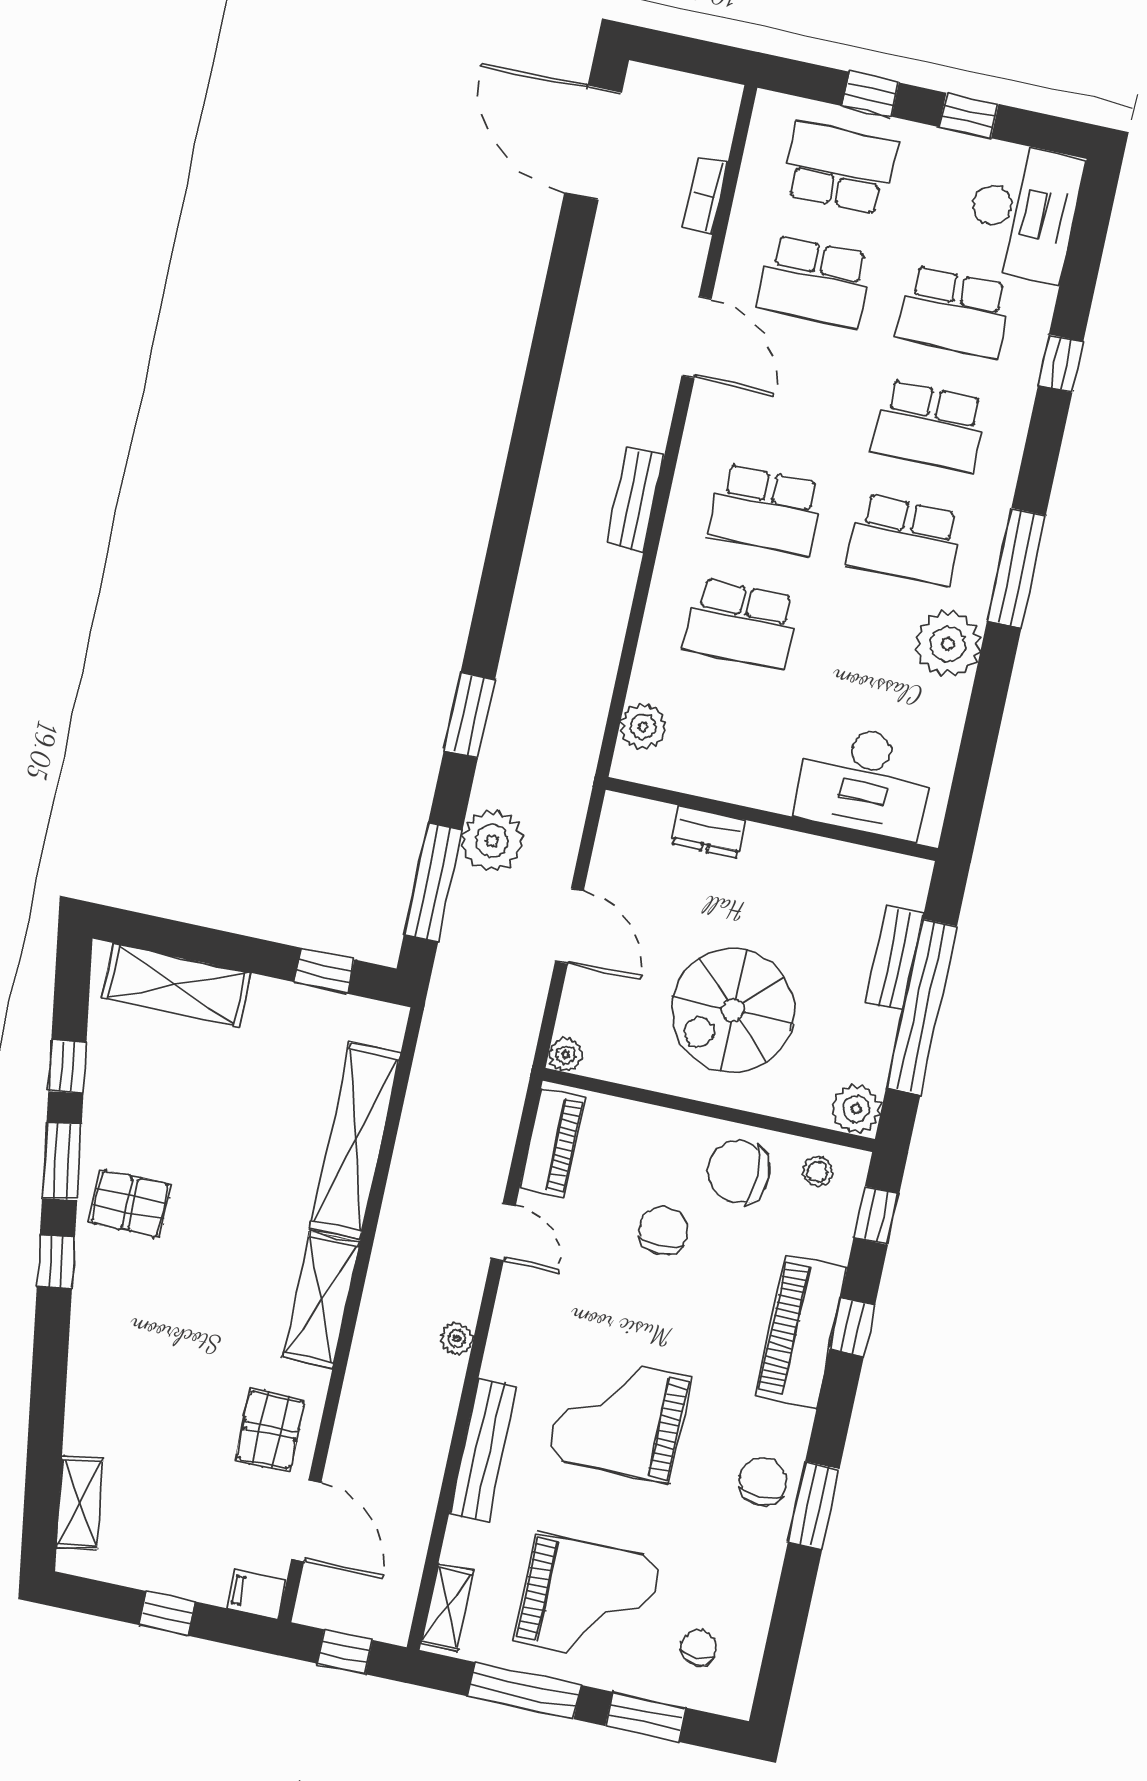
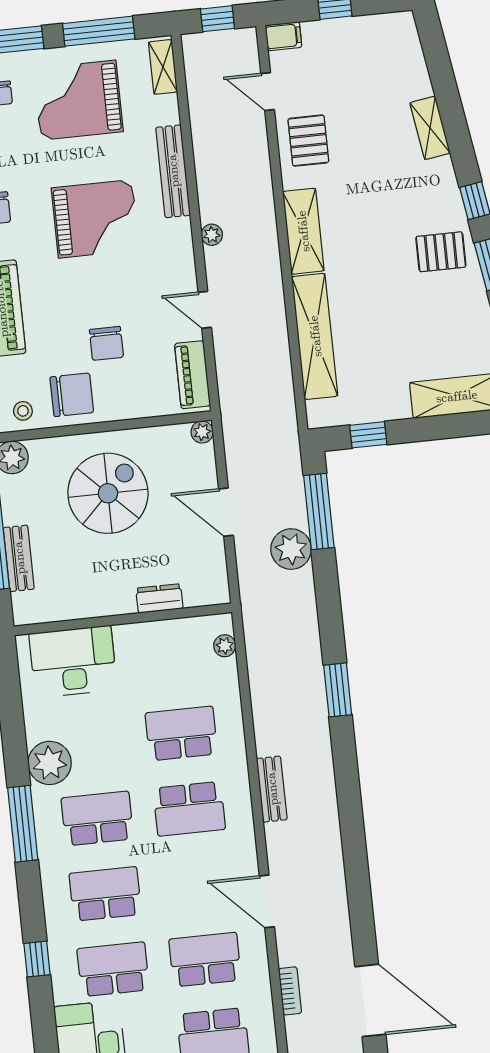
school desk: (766, 510) -> (189, 809), turned 180
window: (469, 715) -> (338, 690), moved
plant: (643, 726) -> (225, 646), width x0.73, depth x0.73
shelving: (80, 1503) -> (430, 128), moved
door: (306, 1521) -> (268, 92), width x0.73

